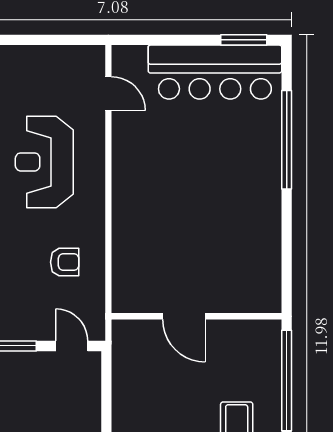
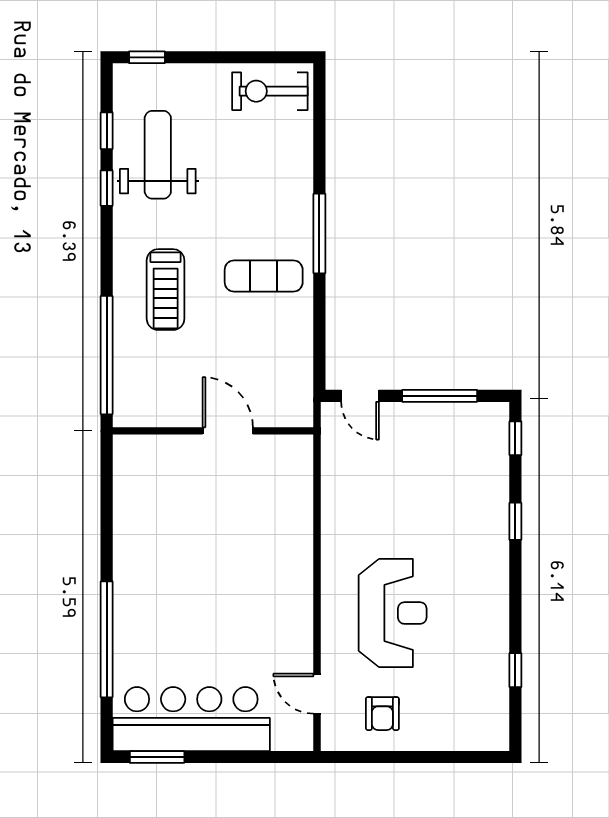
armchair: (65, 262) -> (382, 714), moved, turned -90

